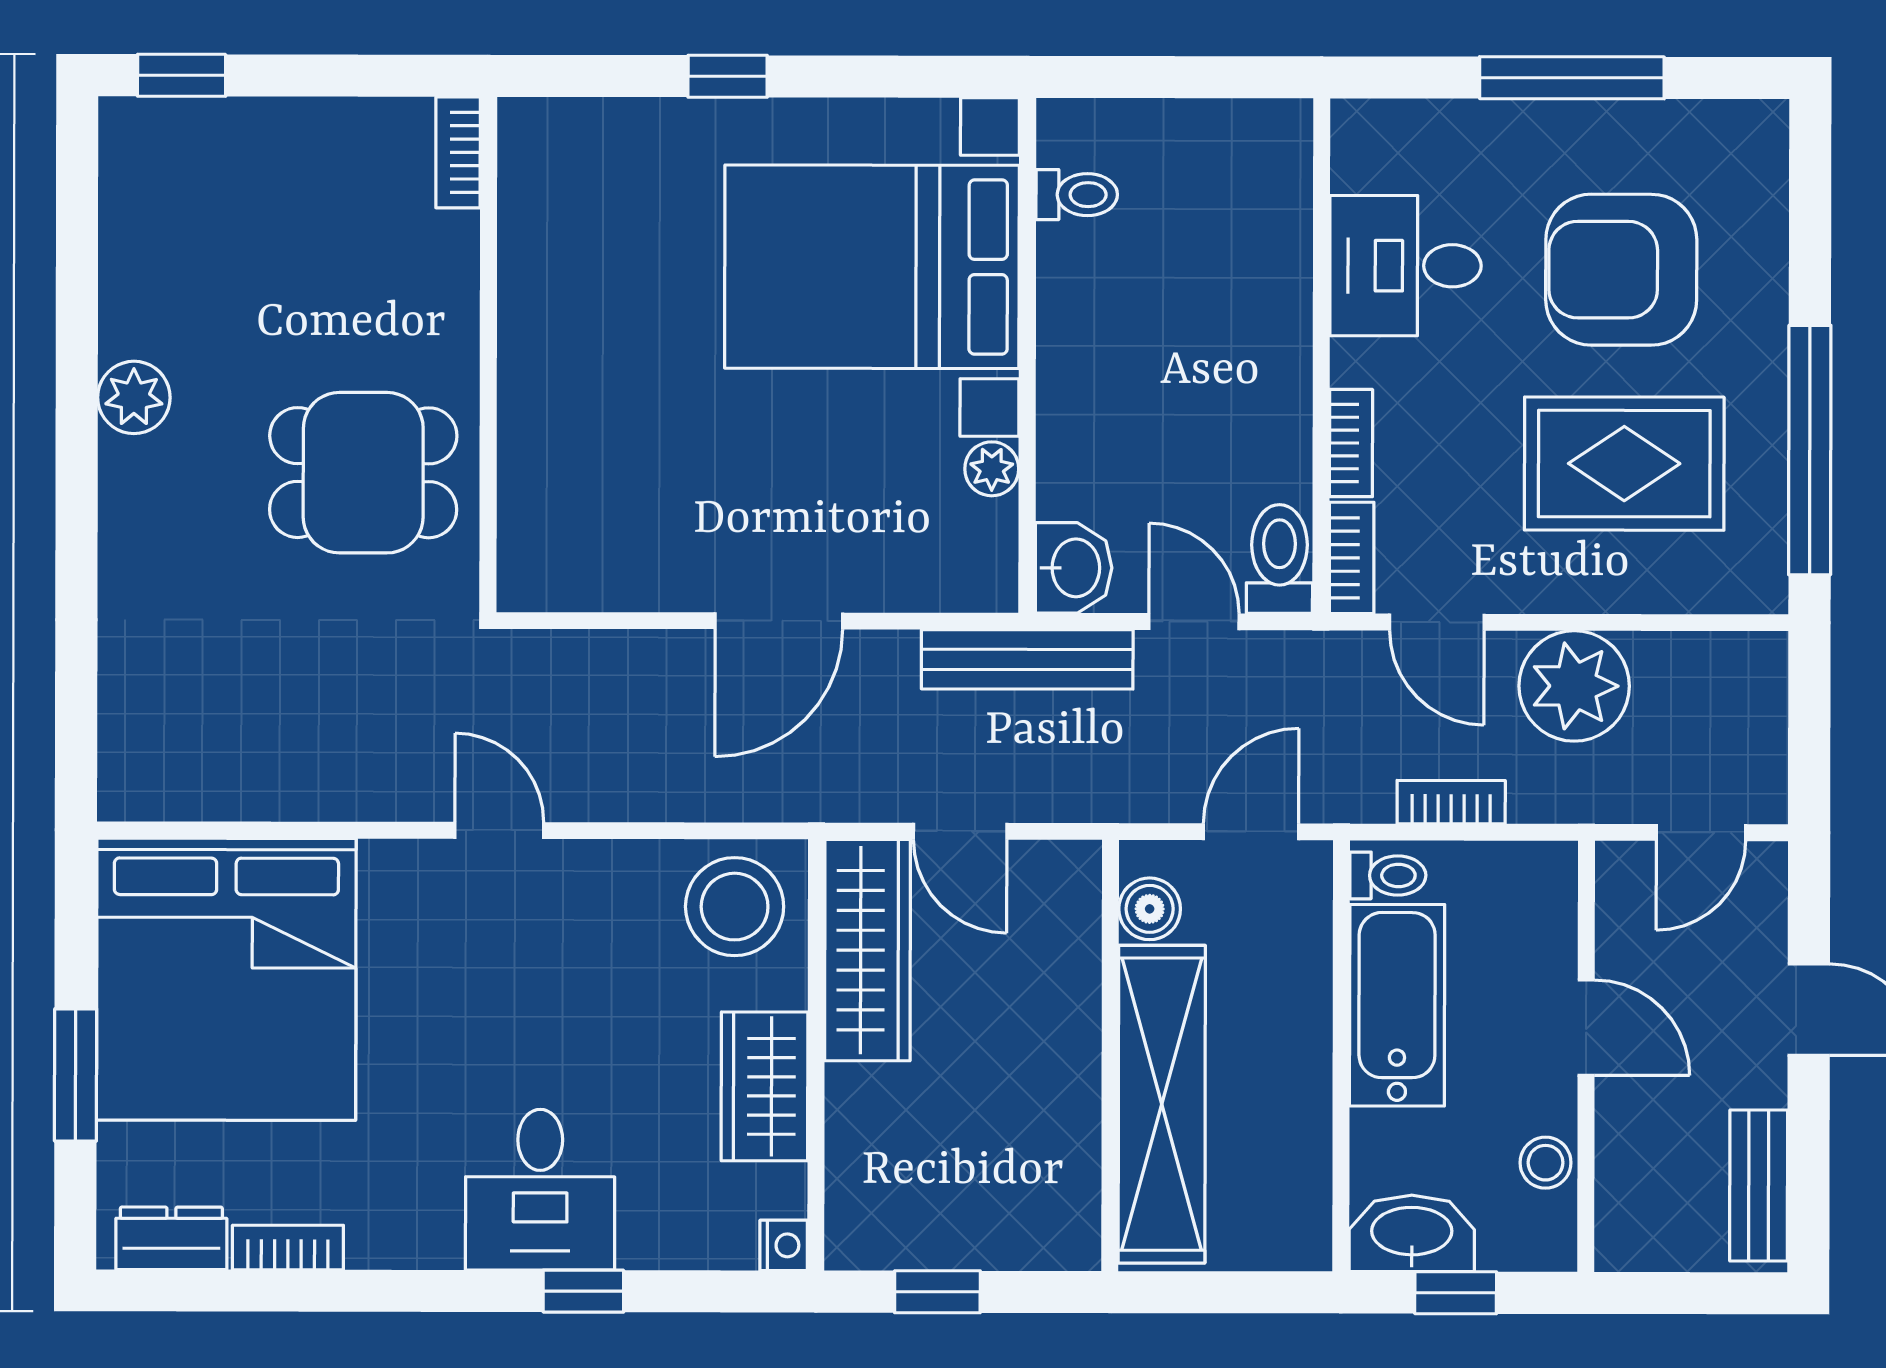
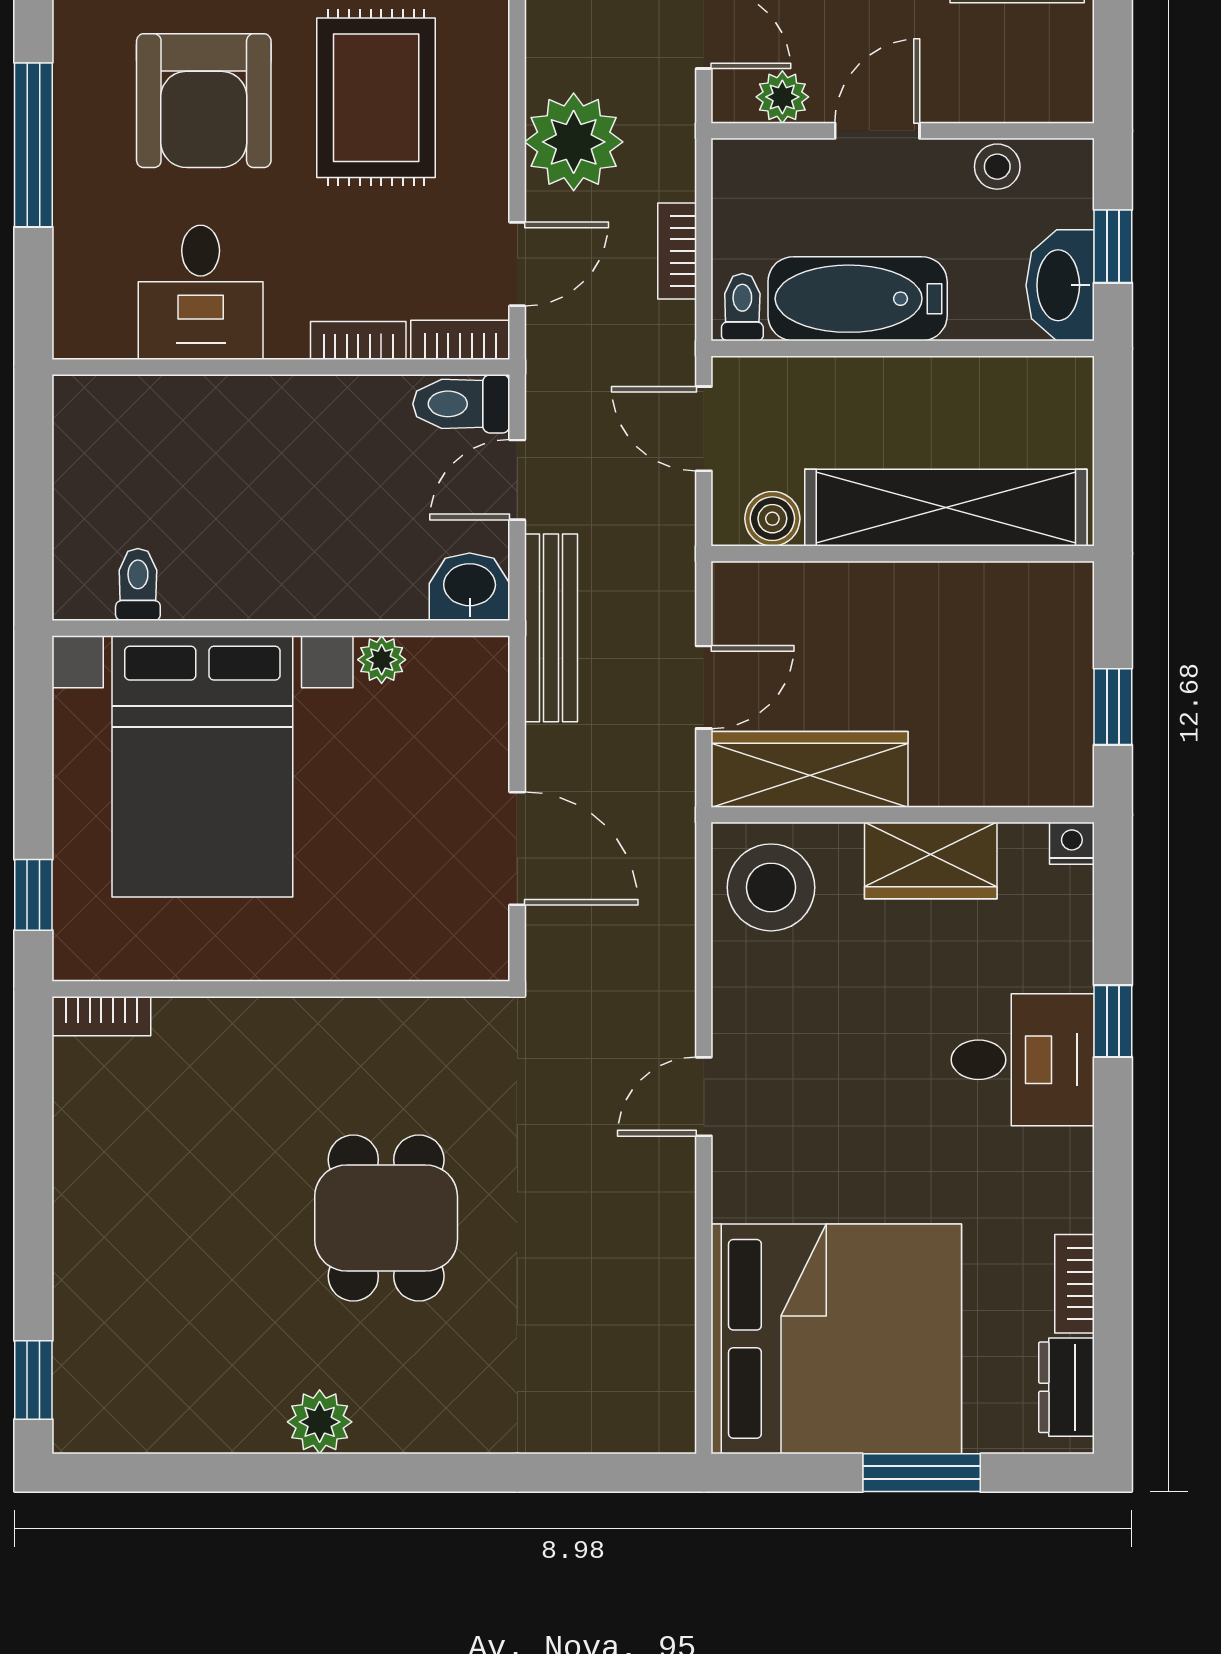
bookcase: (458, 152) -> (101, 1016), moved
wall: (488, 354) -> (281, 989), moved
plant: (1624, 921) -> (782, 97), added

